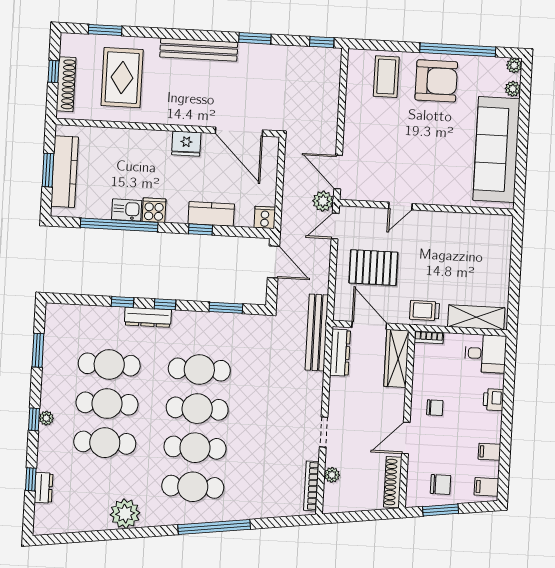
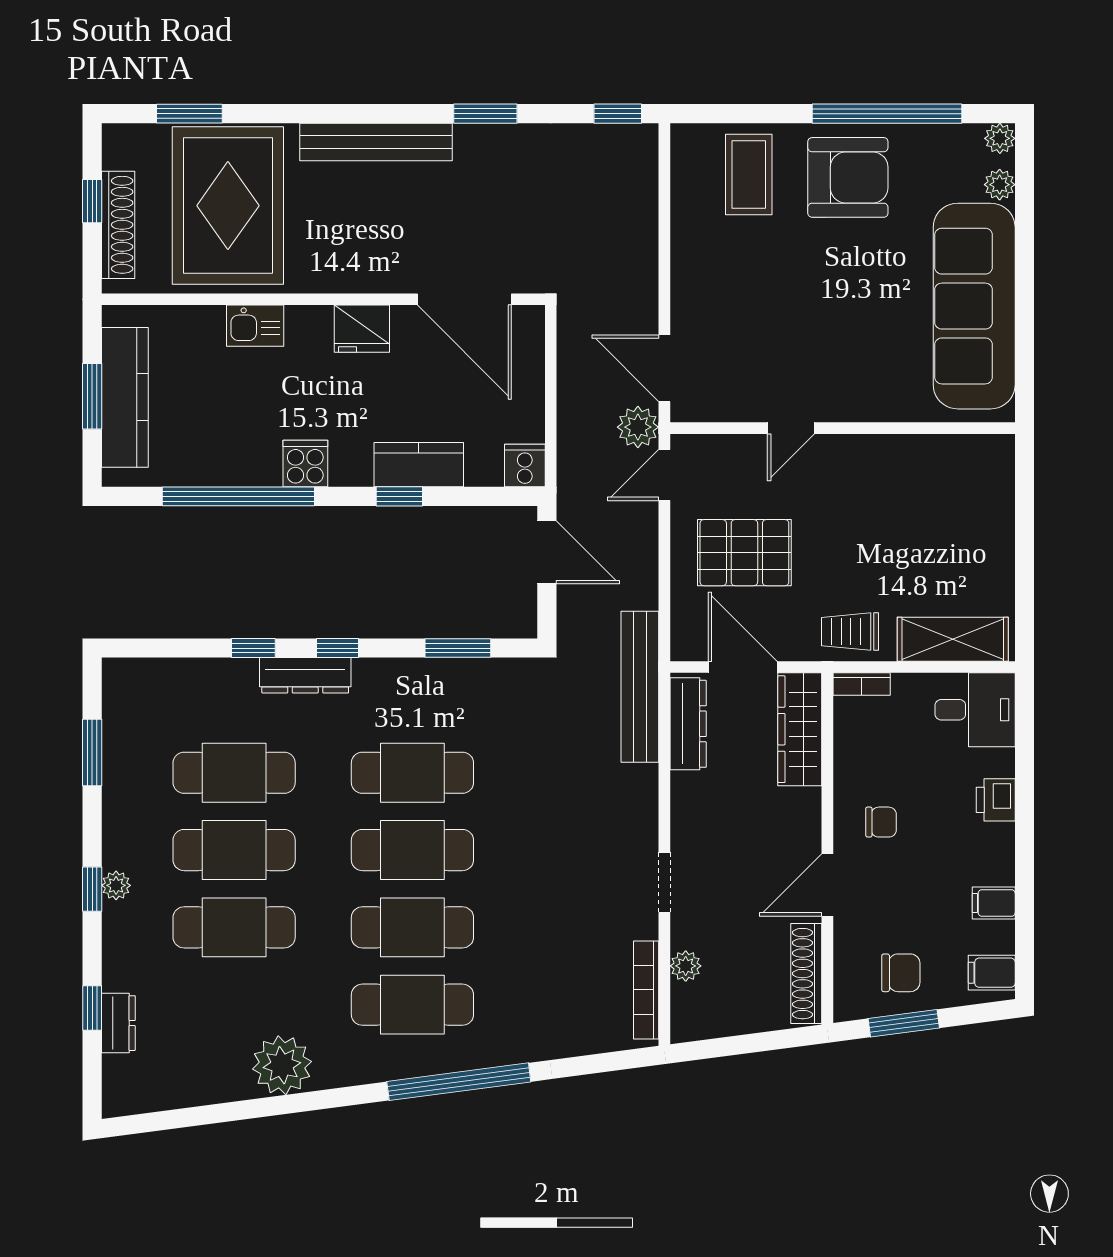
rug: (122, 78) -> (228, 206), width x1.37, depth x1.44
kitchen sink: (127, 210) -> (255, 326), moved, turned 180

